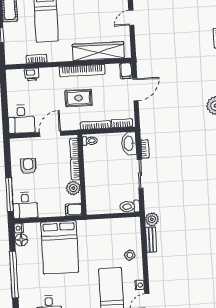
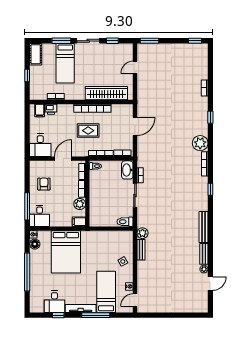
filing cabinet: (126, 71) -> (40, 110), moved

